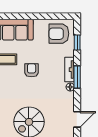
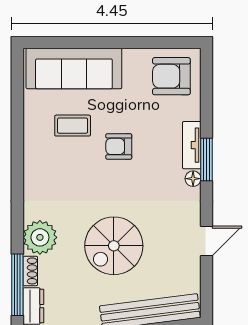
window: (77, 43) -> (207, 93), removed
armchair: (32, 70) -> (119, 146), turned -90

